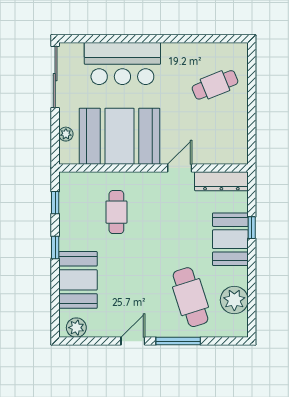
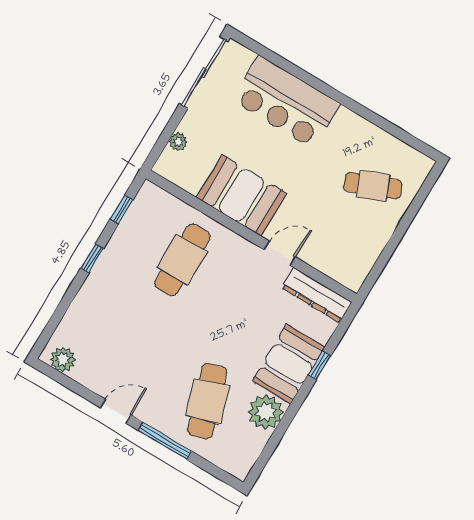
booth: (119, 136) -> (241, 195), width x0.73, depth x0.70
cafe table: (116, 212) -> (182, 260), width x1.37, depth x1.35
booth: (78, 280) -> (96, 309), removed
plant: (234, 300) -> (266, 412), moved

